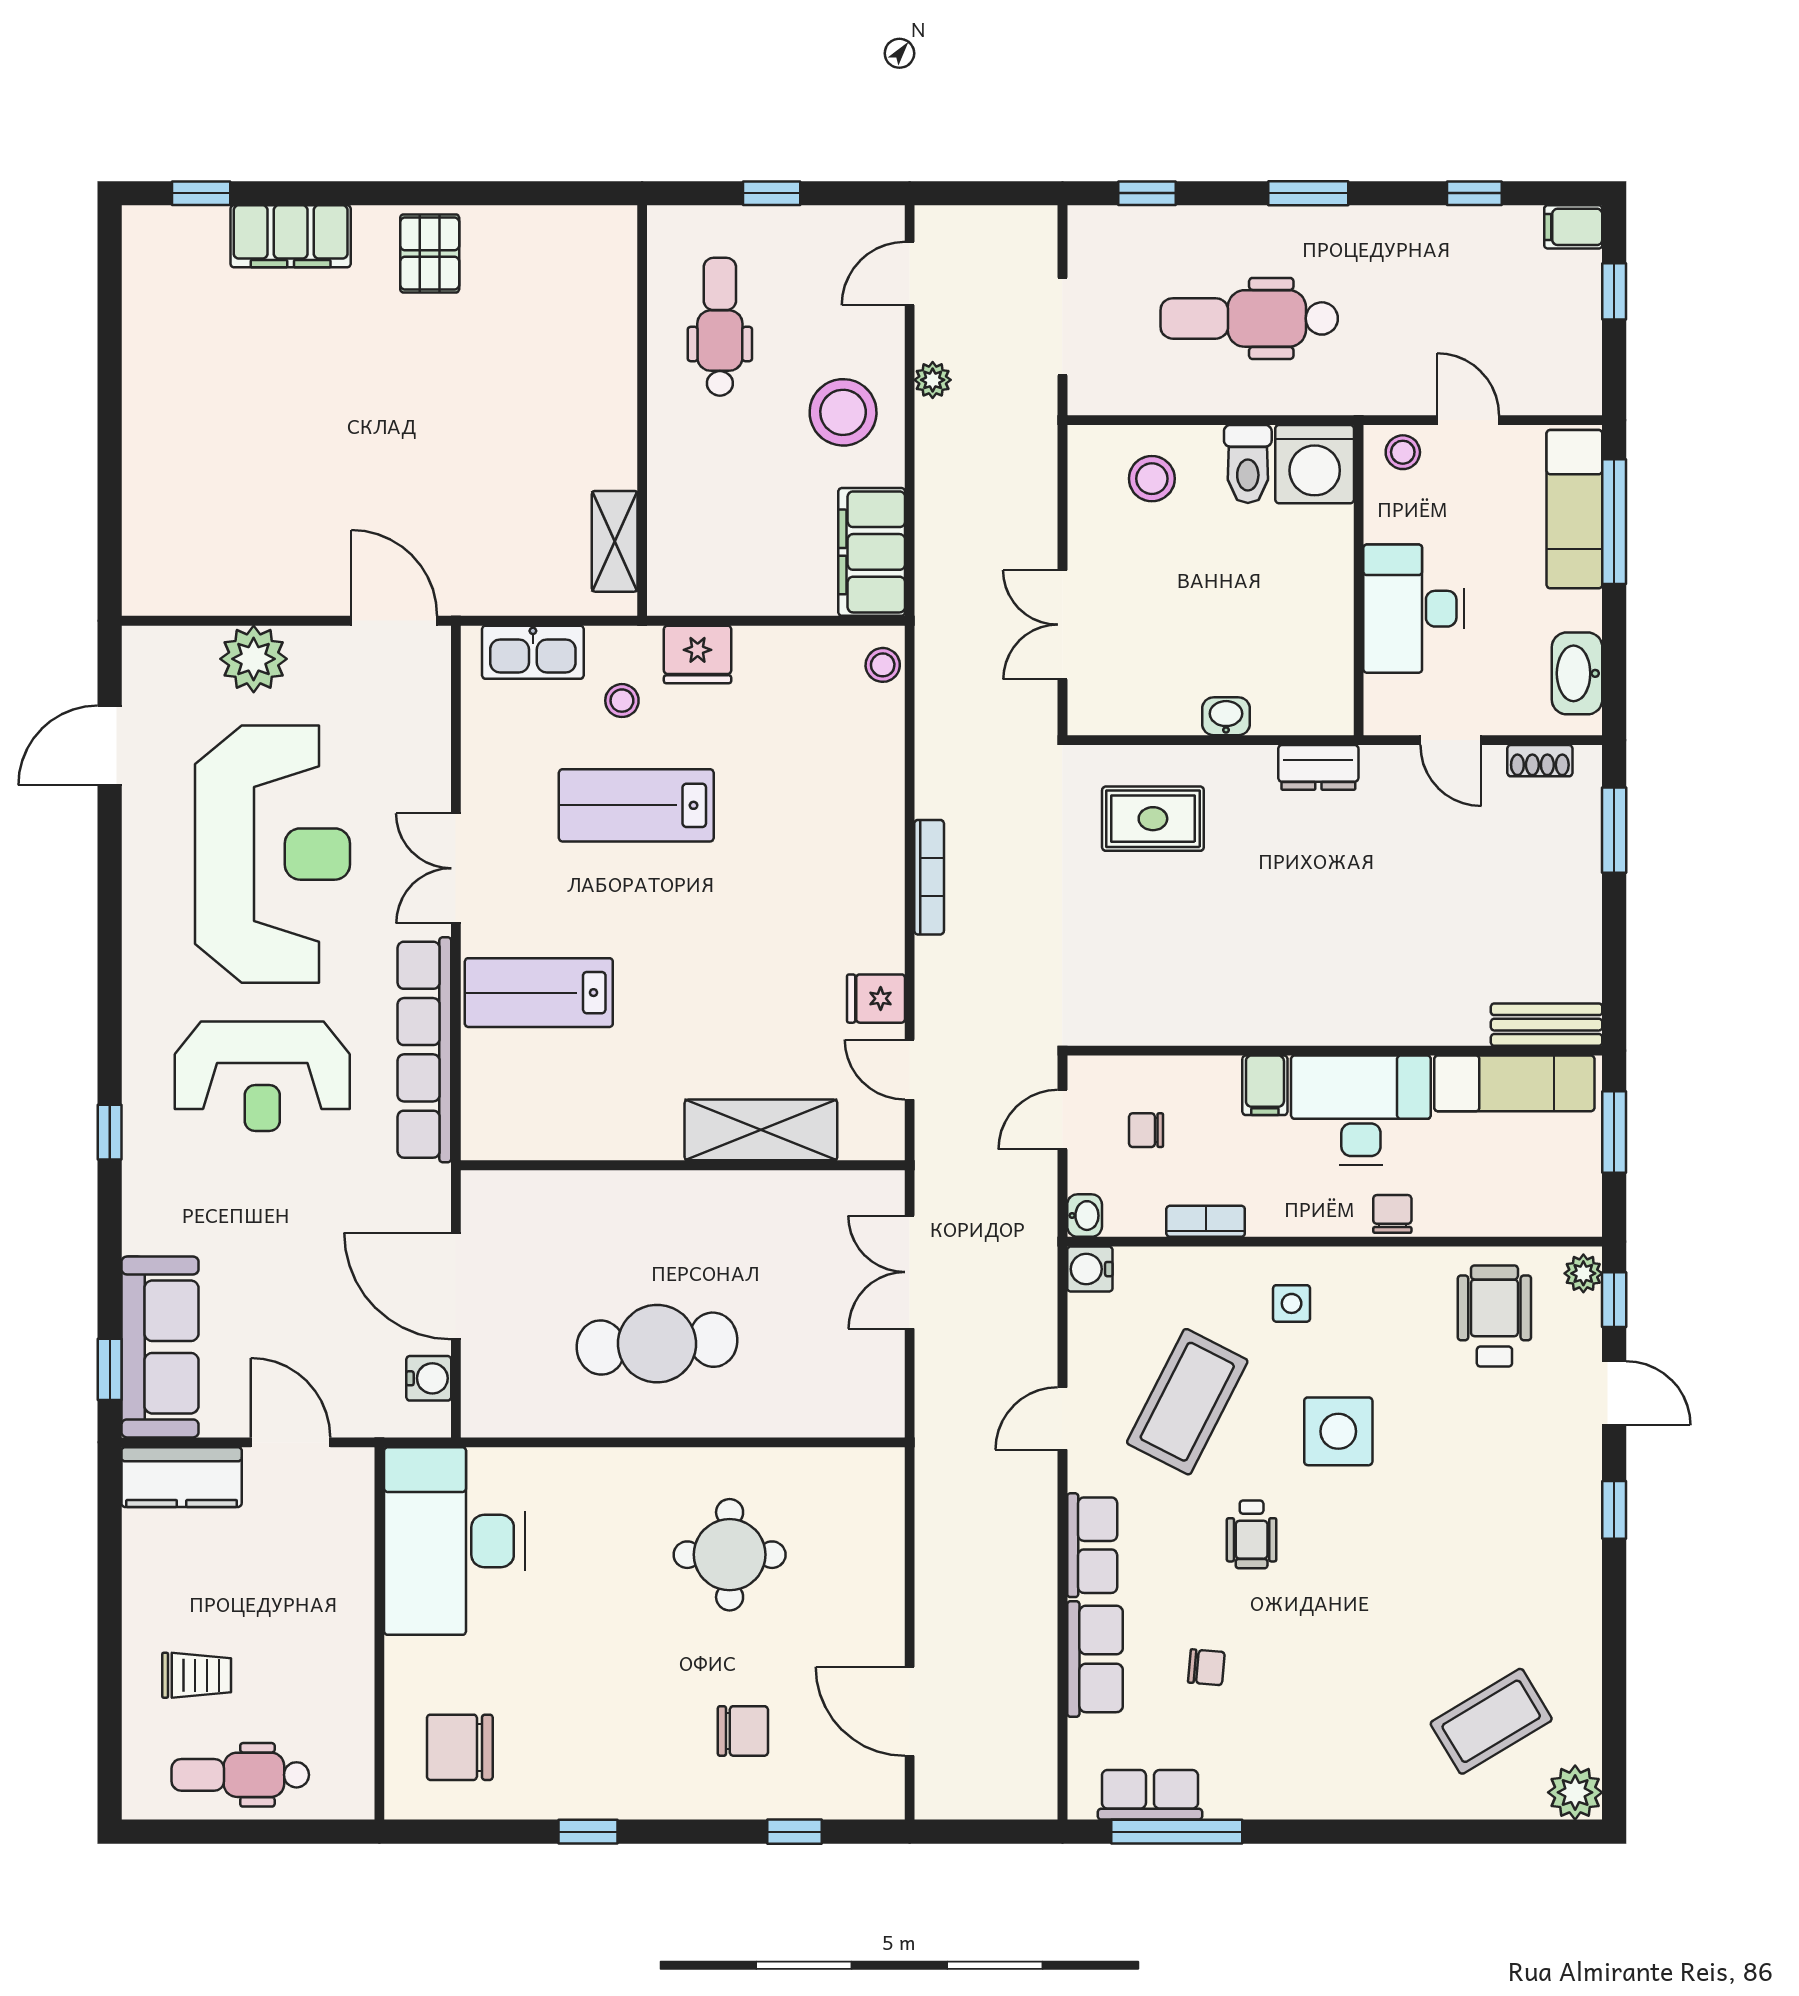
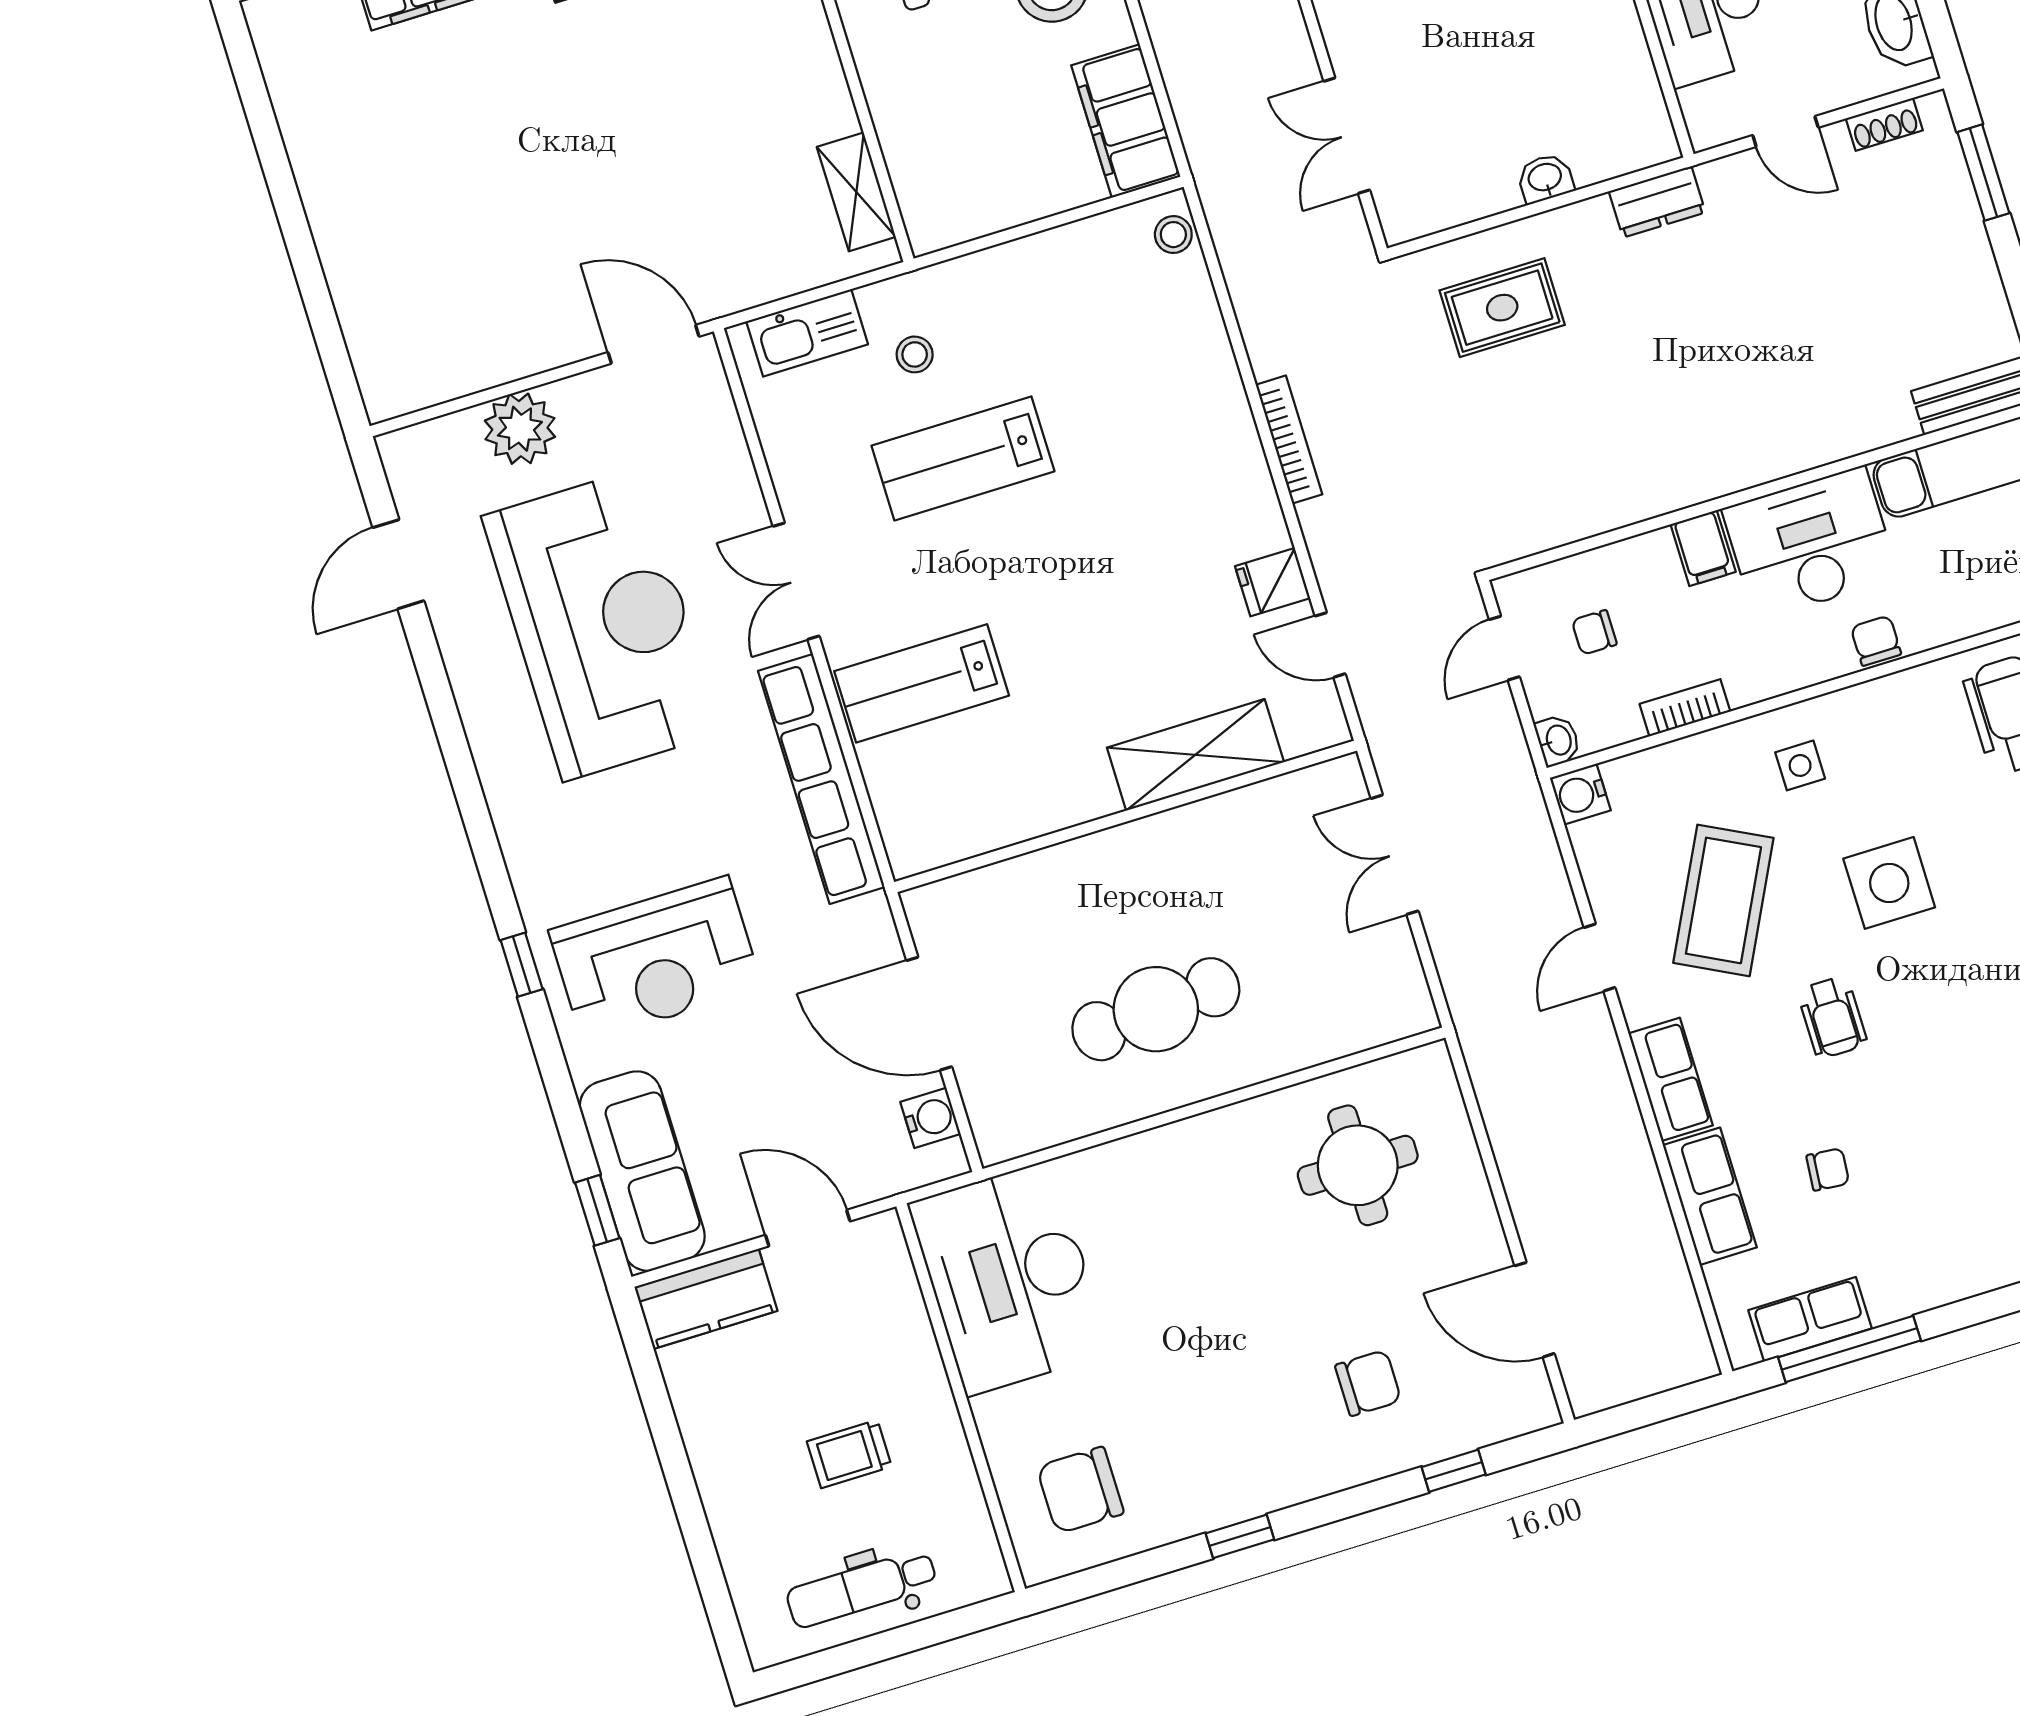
fridge: (698, 654) -> (978, 283), removed
reception desk: (262, 1076) -> (656, 959), moved
round table: (730, 1555) -> (1358, 1165), moved
trolley: (197, 1675) -> (849, 1454), moved, turned 180

